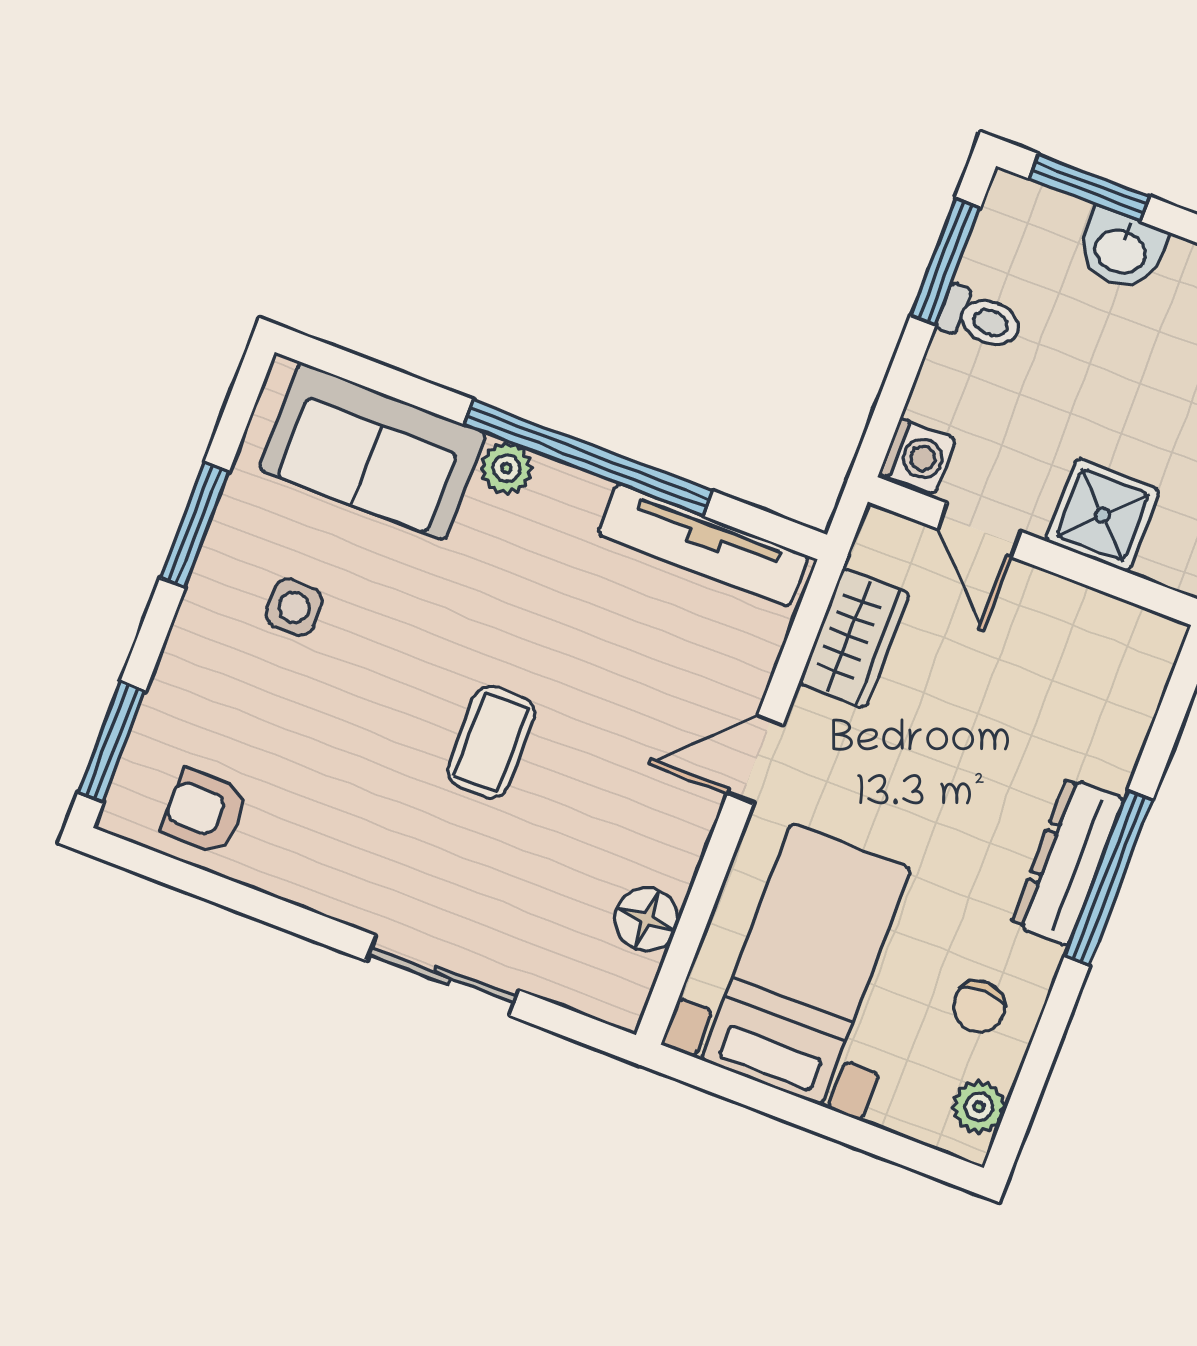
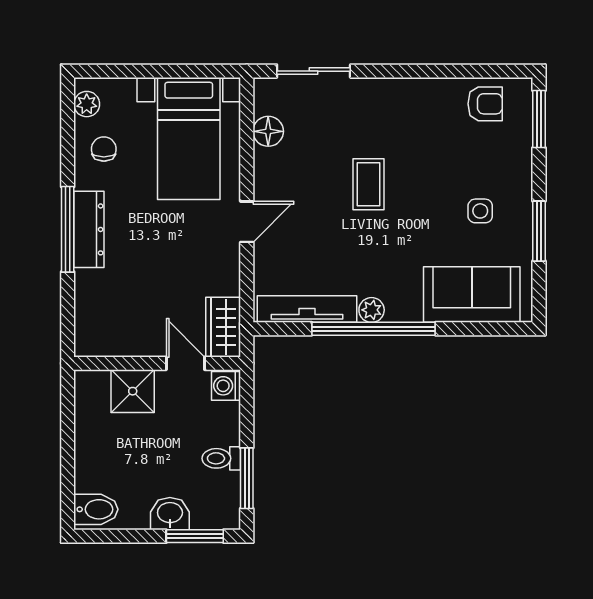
plant: (507, 468) -> (372, 310), moved
wardrobe: (854, 638) -> (223, 327), moved
sliding door: (442, 975) -> (314, 71), moved

